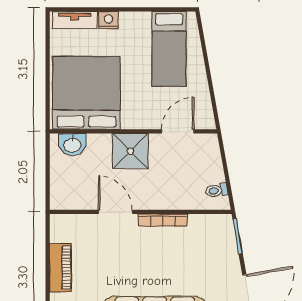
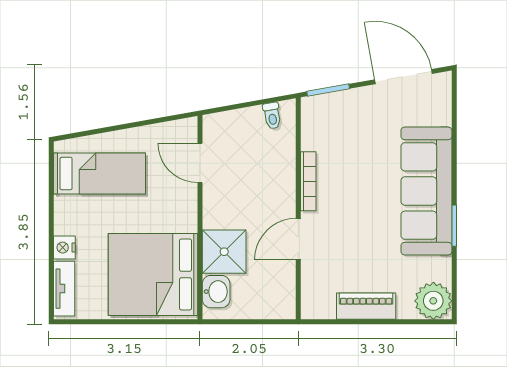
shower: (130, 151) -> (224, 252), moved

